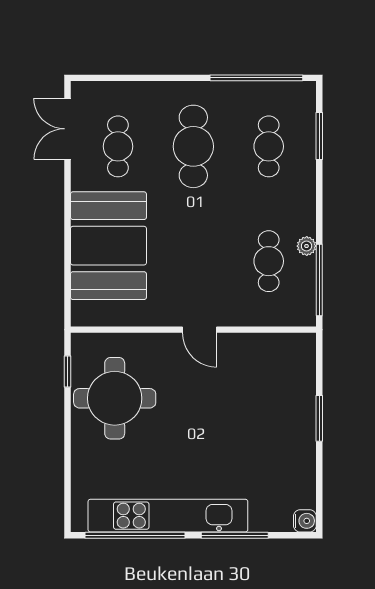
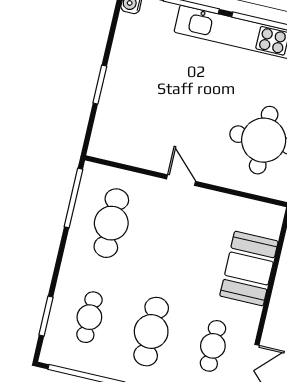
booth: (108, 246) -> (249, 269), width x0.73, depth x0.70
plant: (307, 246) -> (77, 228), removed
cafe table: (269, 261) -> (111, 223), width x1.37, depth x1.35

